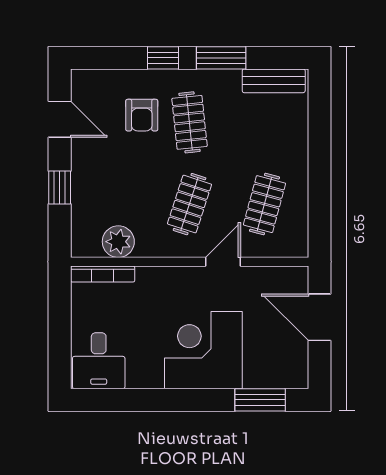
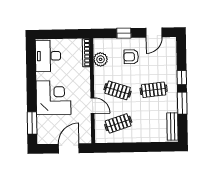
armchair: (142, 115) -> (131, 57), moved
clothes rail: (265, 204) -> (118, 123), turned -33
desk: (99, 361) -> (48, 56), width x1.37

